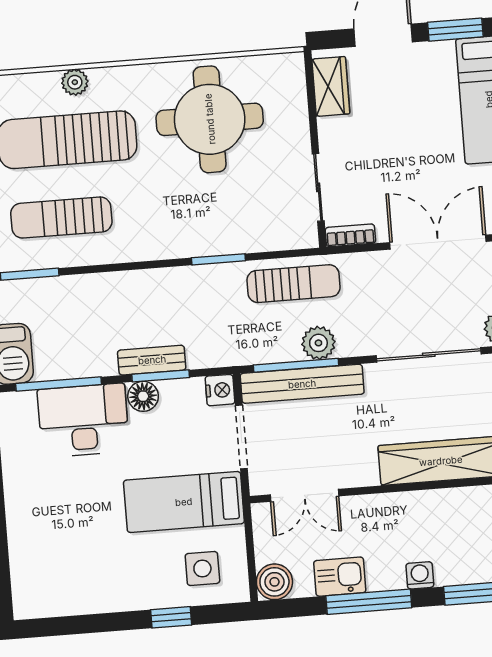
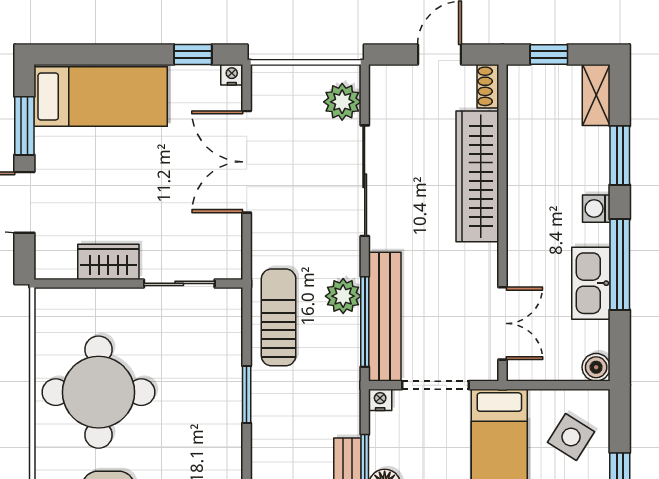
wardrobe: (331, 86) -> (108, 262), moved
bookcase: (350, 235) -> (232, 254), removed
nightstand: (220, 390) -> (380, 400), width x0.72, depth x0.74
side table: (202, 568) -> (571, 437), turned 32
kitchen sink: (340, 577) -> (591, 283), width x1.38
boiler: (274, 582) -> (596, 367), width x0.73, depth x0.73

